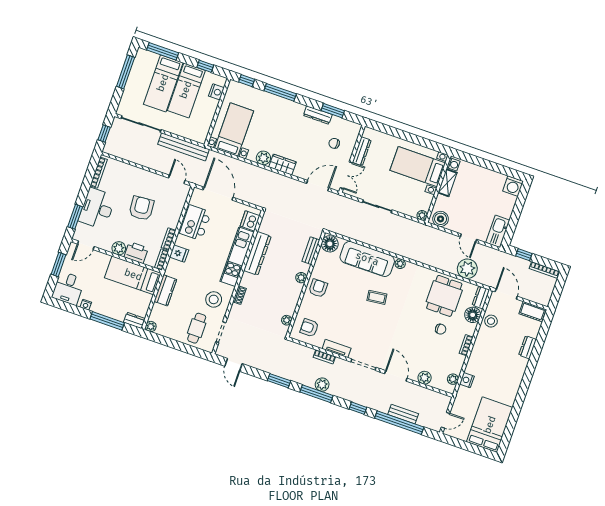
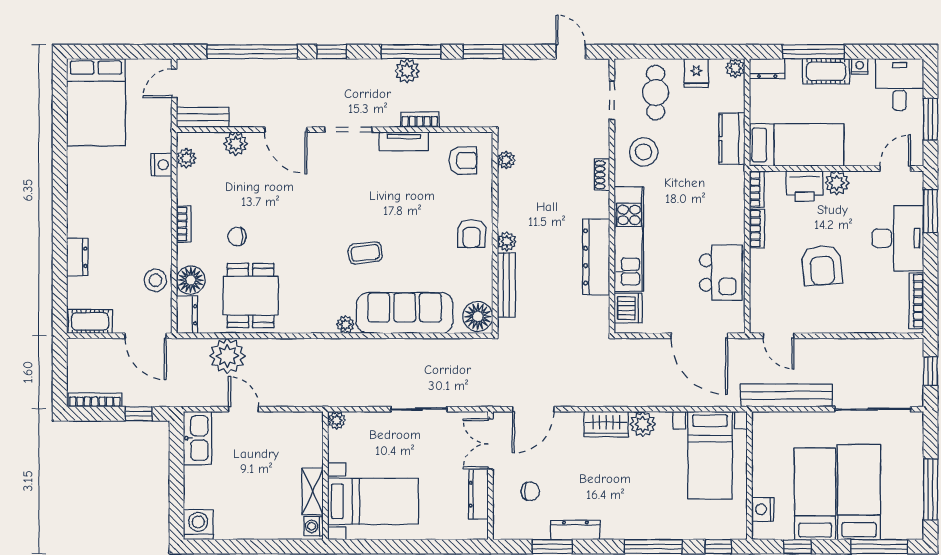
boiler: (441, 219) -> (303, 425), removed
bench: (311, 251) -> (506, 285), width x1.36
fridge: (179, 254) -> (696, 73), moved, turned -90
cot: (104, 308) -> (826, 71), added
bench: (403, 414) -> (203, 117), moved

